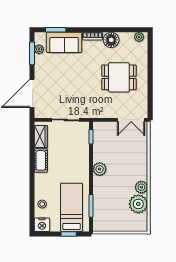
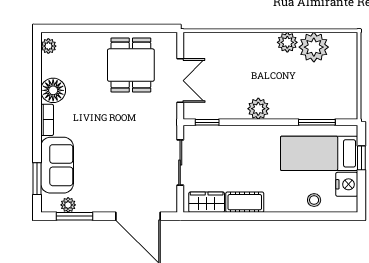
dining table: (119, 77) -> (131, 65), moved
double door: (131, 120) -> (180, 81), moved
nightstand: (42, 225) -> (347, 184), moved

